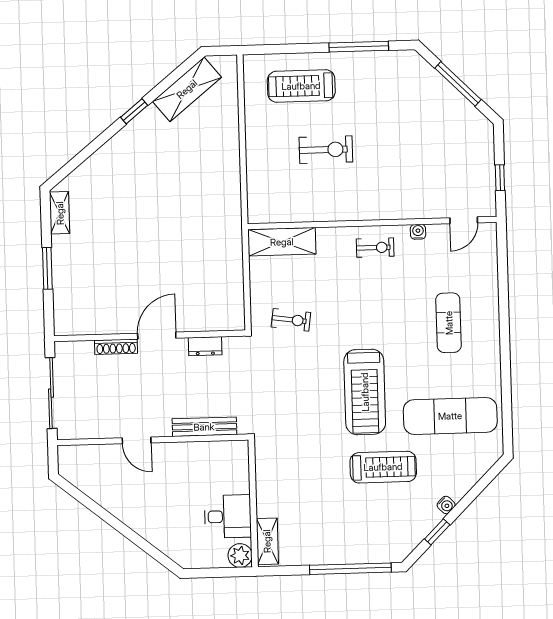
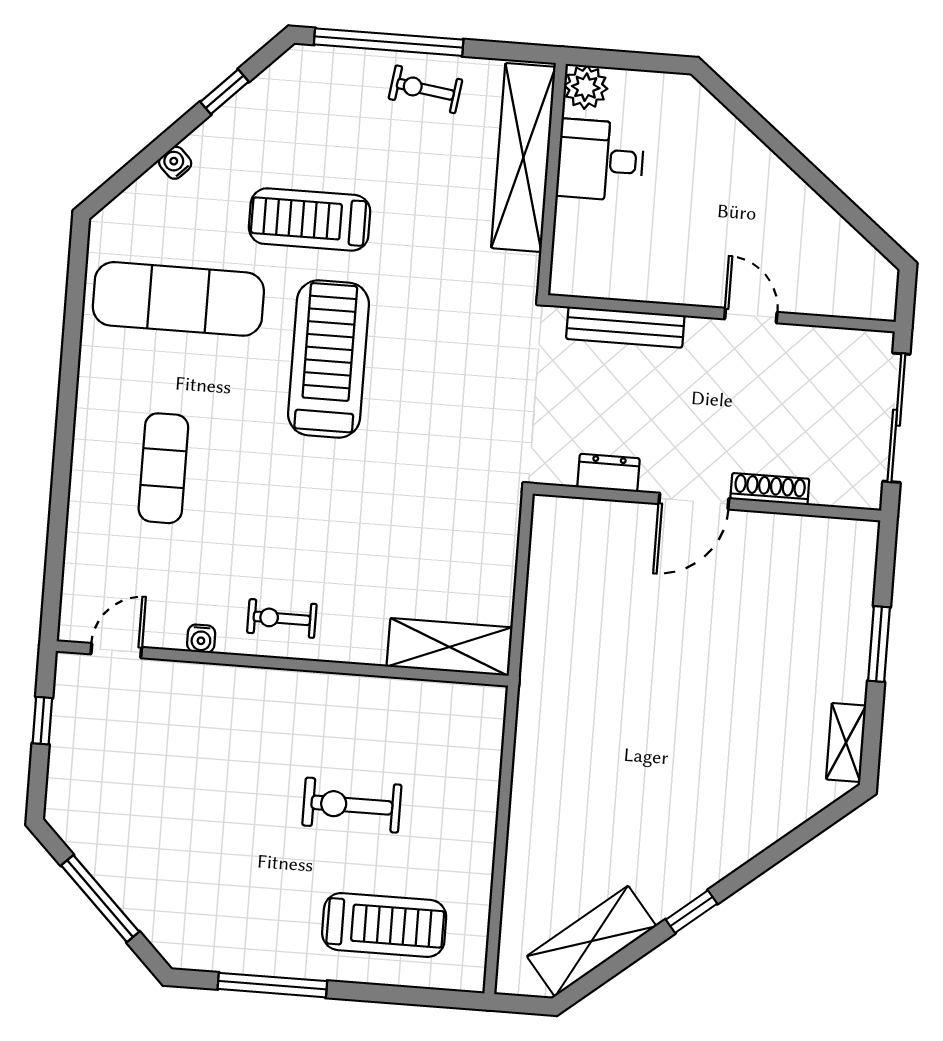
exercise bike: (291, 320) -> (425, 89), moved
water cooler: (446, 505) -> (175, 163), moved
shelving: (267, 541) -> (523, 157), width x2.20, depth x1.33

